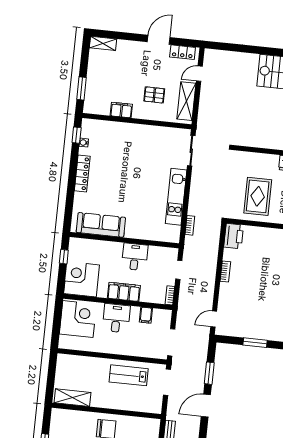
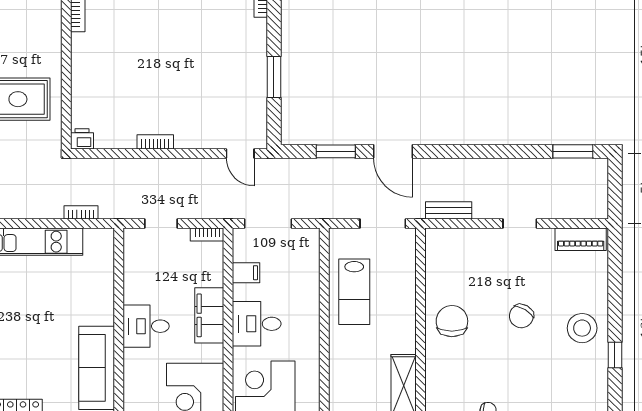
printer: (234, 236) -> (82, 139), width x0.53, depth x0.68
desk: (135, 257) -> (146, 326), moved
doorway: (171, 342) -> (268, 223), moved
doorway: (167, 382) -> (383, 223), moved

